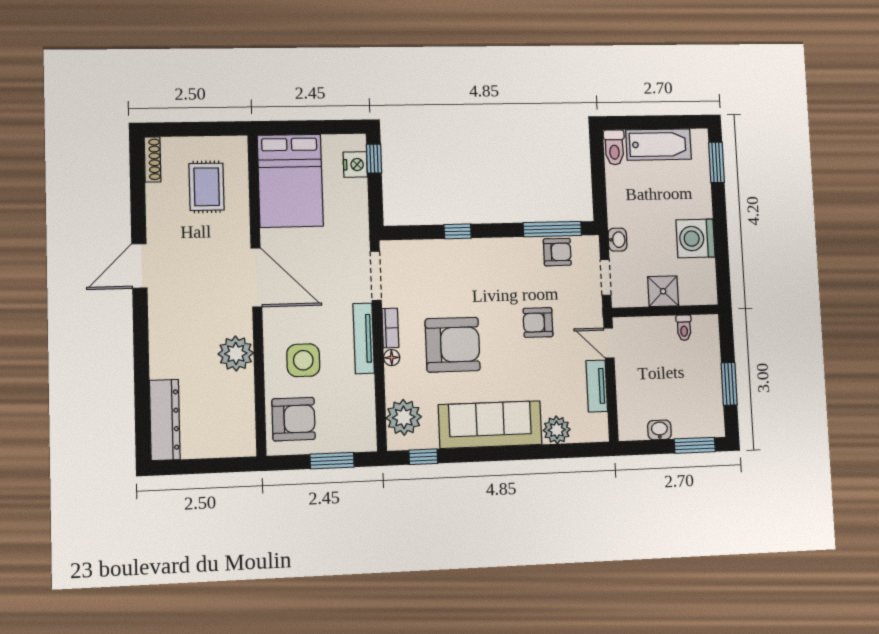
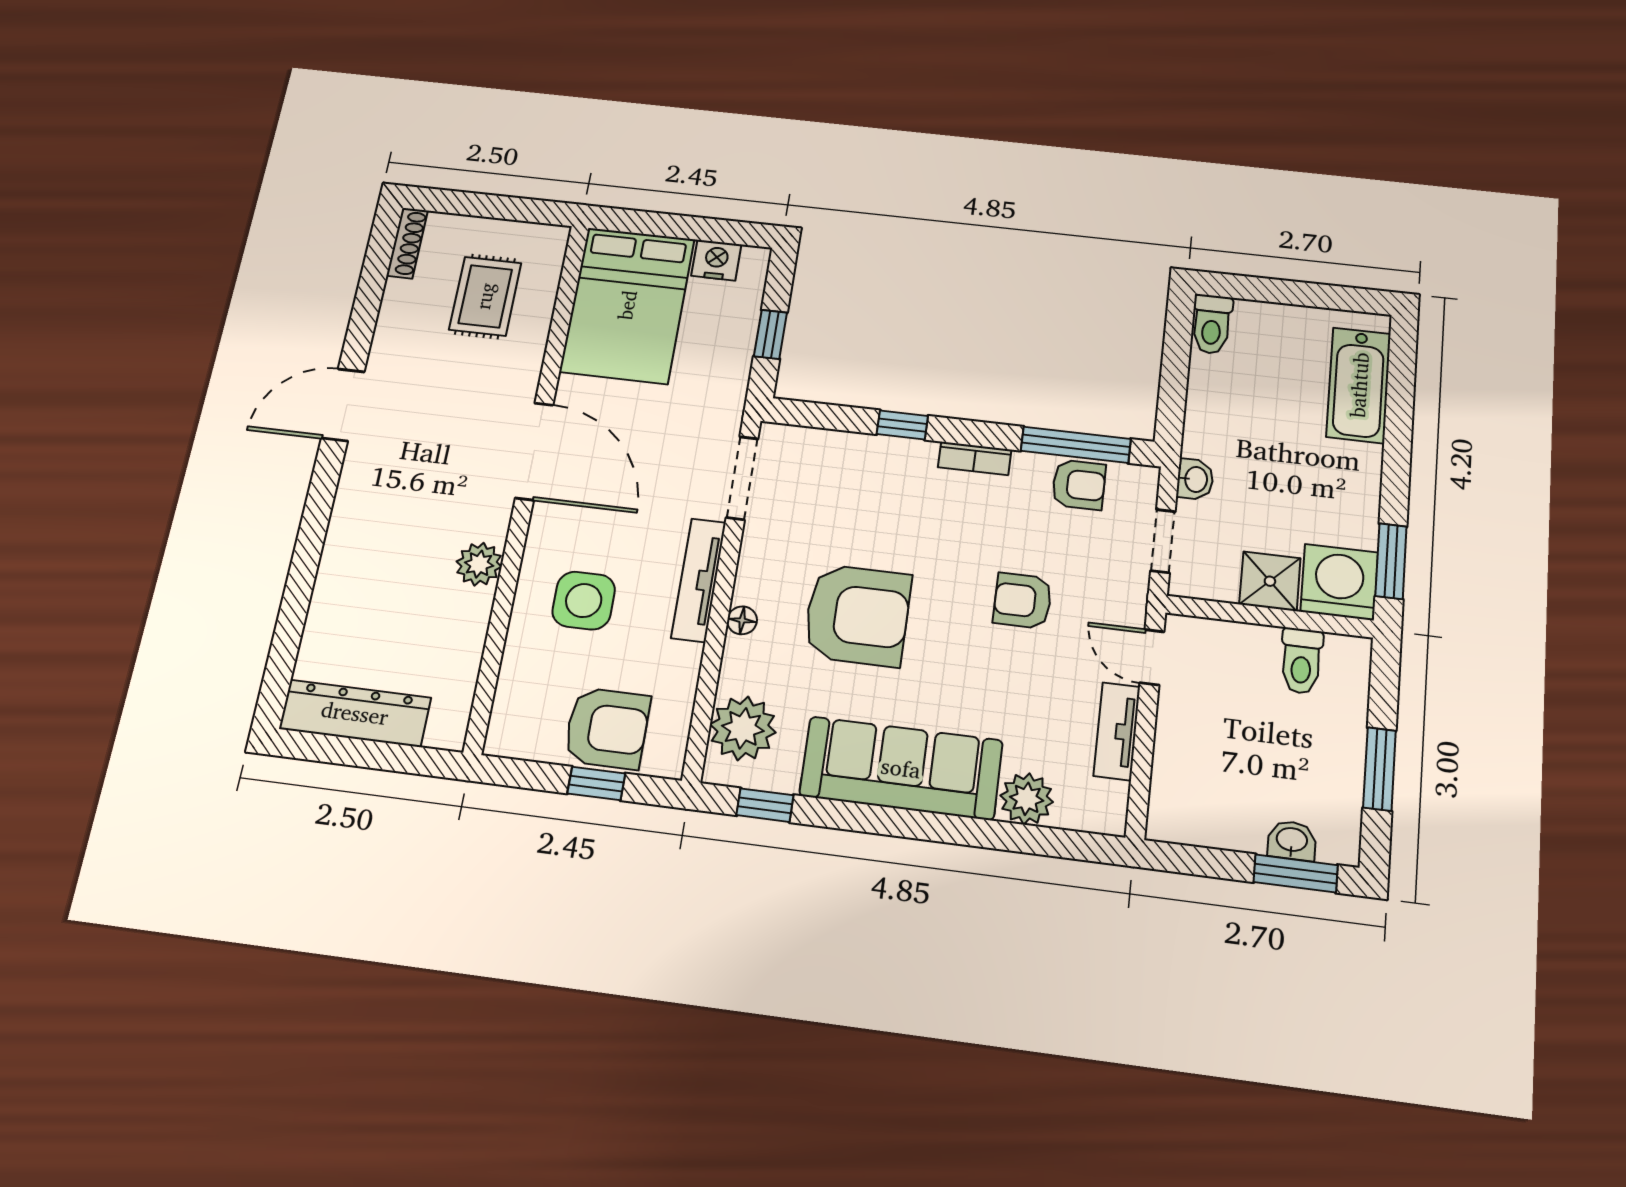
bathtub: (659, 145) -> (1359, 385), moved, turned 90
window: (374, 159) -> (770, 334), moved
window: (716, 162) -> (1391, 561), moved
nightstand: (355, 165) -> (716, 260), moved, turned -90
washing machine: (695, 238) -> (1339, 582), moved, turned 90
bookcase: (390, 328) -> (975, 458), moved, turned 90
toilet: (684, 328) -> (1301, 661), width x1.37, depth x1.39
plant: (236, 353) -> (479, 564), width x0.73, depth x0.73
armchair: (294, 419) -> (607, 728), moved
dresser: (165, 420) -> (355, 713), moved, turned -90
washbasin: (659, 430) -> (1292, 841), moved
window: (332, 461) -> (596, 783), width x0.67

